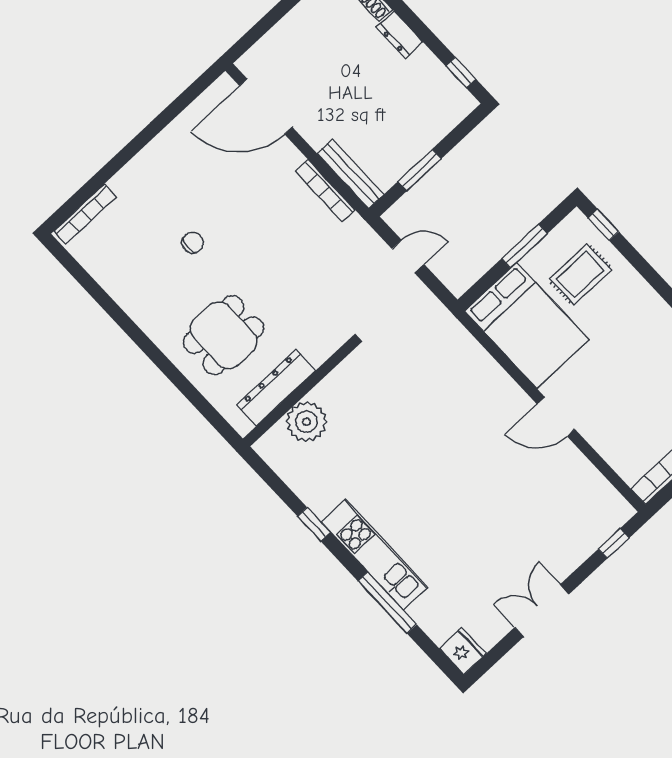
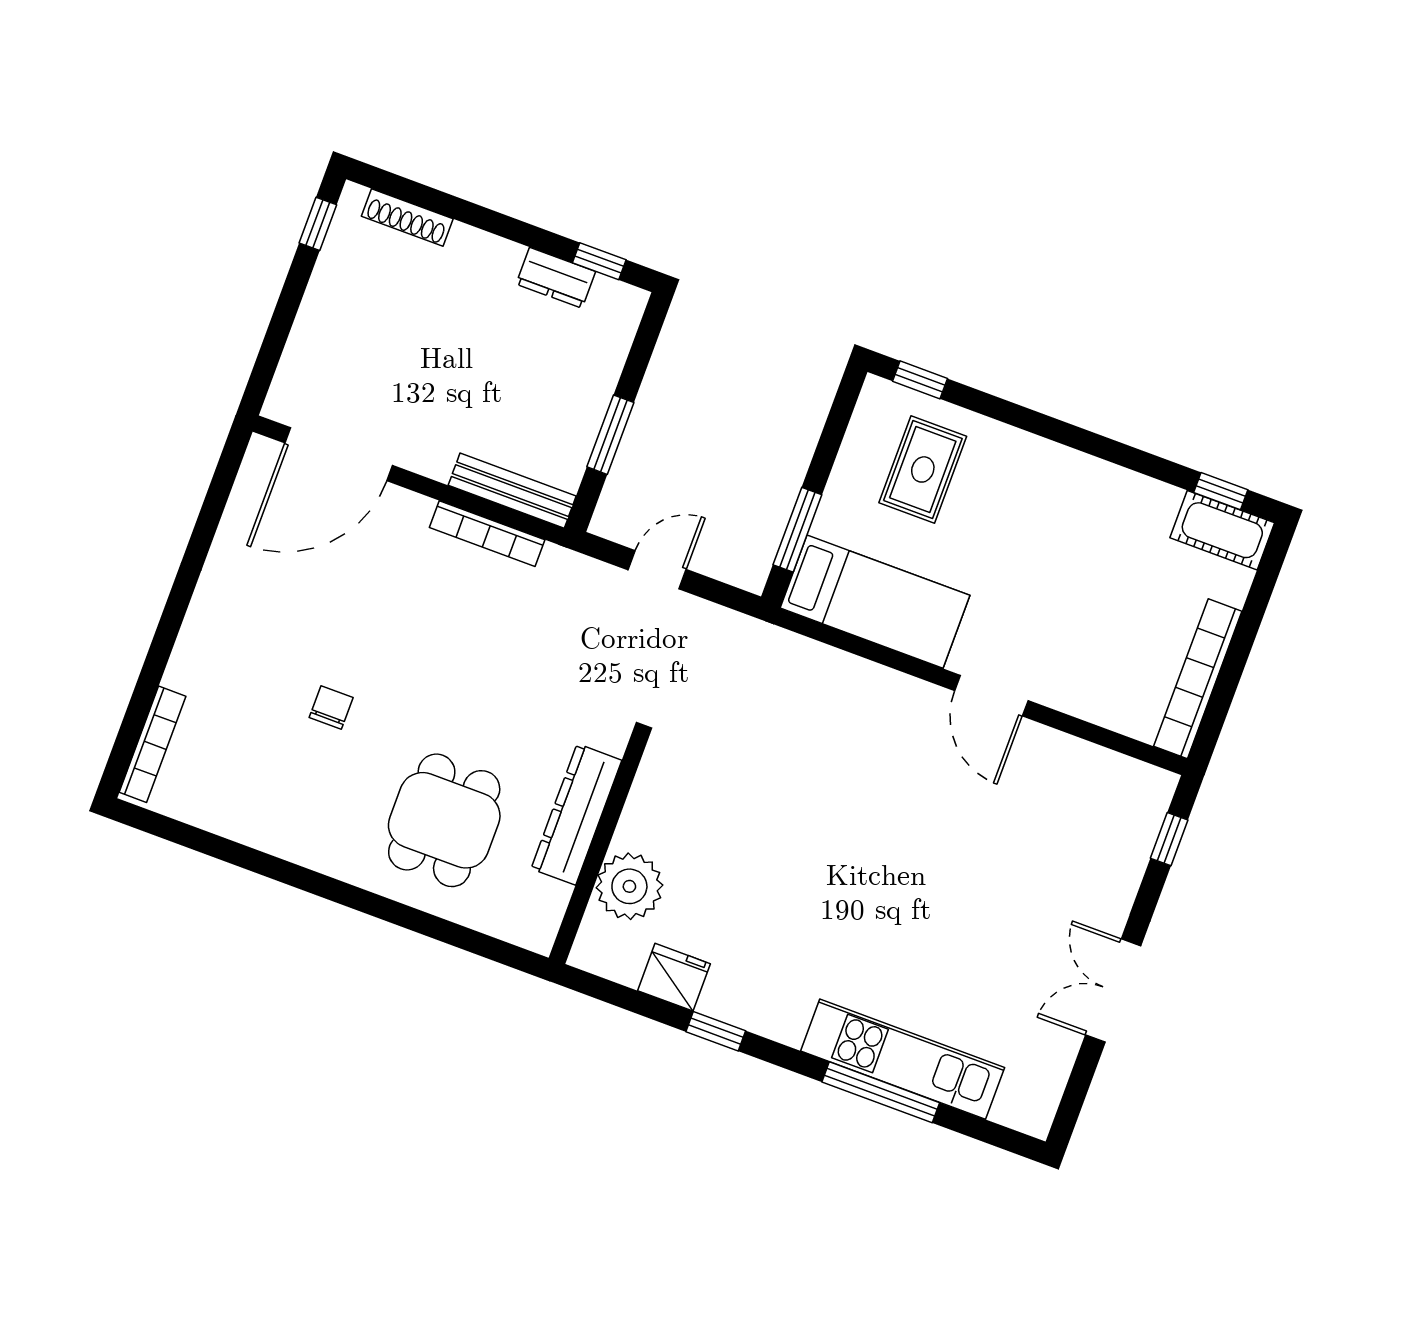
dresser: (400, 35) -> (556, 278), moved
window: (524, 246) -> (797, 530), moved
bed: (527, 325) -> (875, 602), width x0.67
dresser: (276, 388) -> (576, 814), moved
door: (556, 417) -> (991, 696), hinge flipped
kitchen unit: (374, 555) -> (903, 1059), moved
fridge: (463, 651) -> (674, 977), moved

